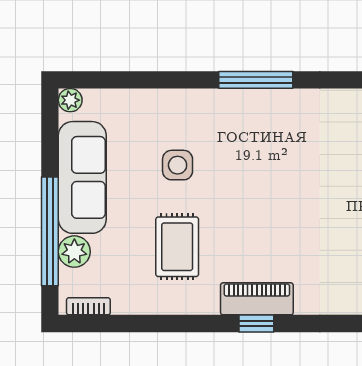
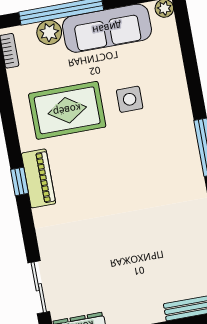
rug: (177, 247) -> (67, 110), width x1.36, depth x1.43

